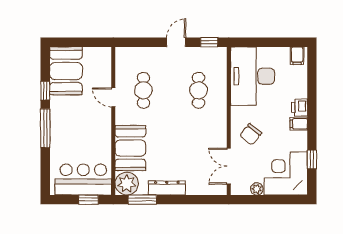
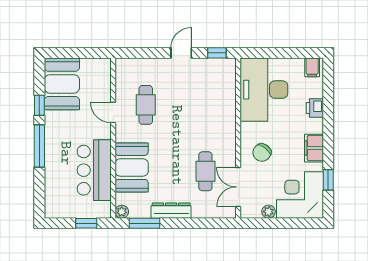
cafe table: (199, 90) -> (205, 171), moved
printer: (300, 107) -> (315, 108), moved
filing cabinet: (299, 124) -> (314, 148), width x2.00
bar counter: (83, 179) -> (94, 170), moved, turned -90
plant: (127, 184) -> (122, 212), width x0.53, depth x0.53

